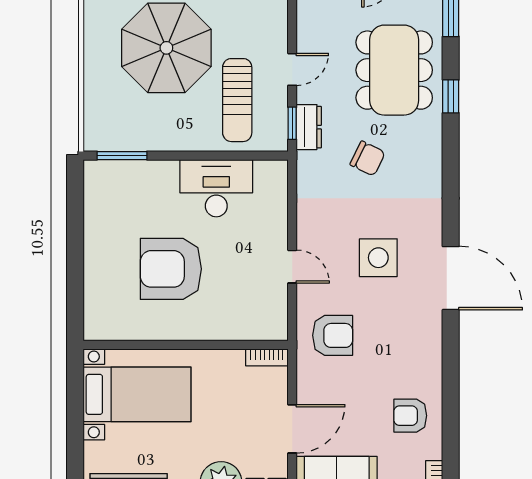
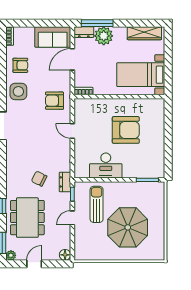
dresser: (309, 127) -> (65, 182), moved
side table: (378, 258) -> (18, 91), moved

